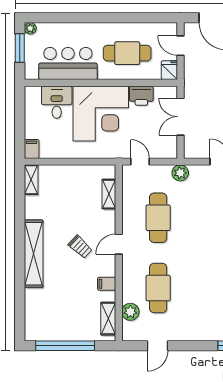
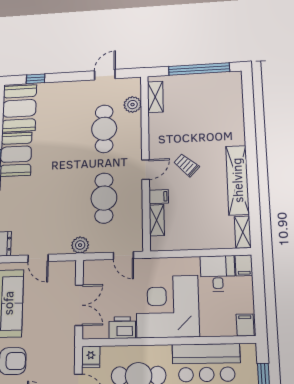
filing cabinet: (33, 96) -> (245, 325), added
desk: (57, 102) -> (218, 273), moved, turned 180
shelving: (34, 254) -> (237, 180), moved
filing cabinet: (107, 284) -> (159, 197), moved

